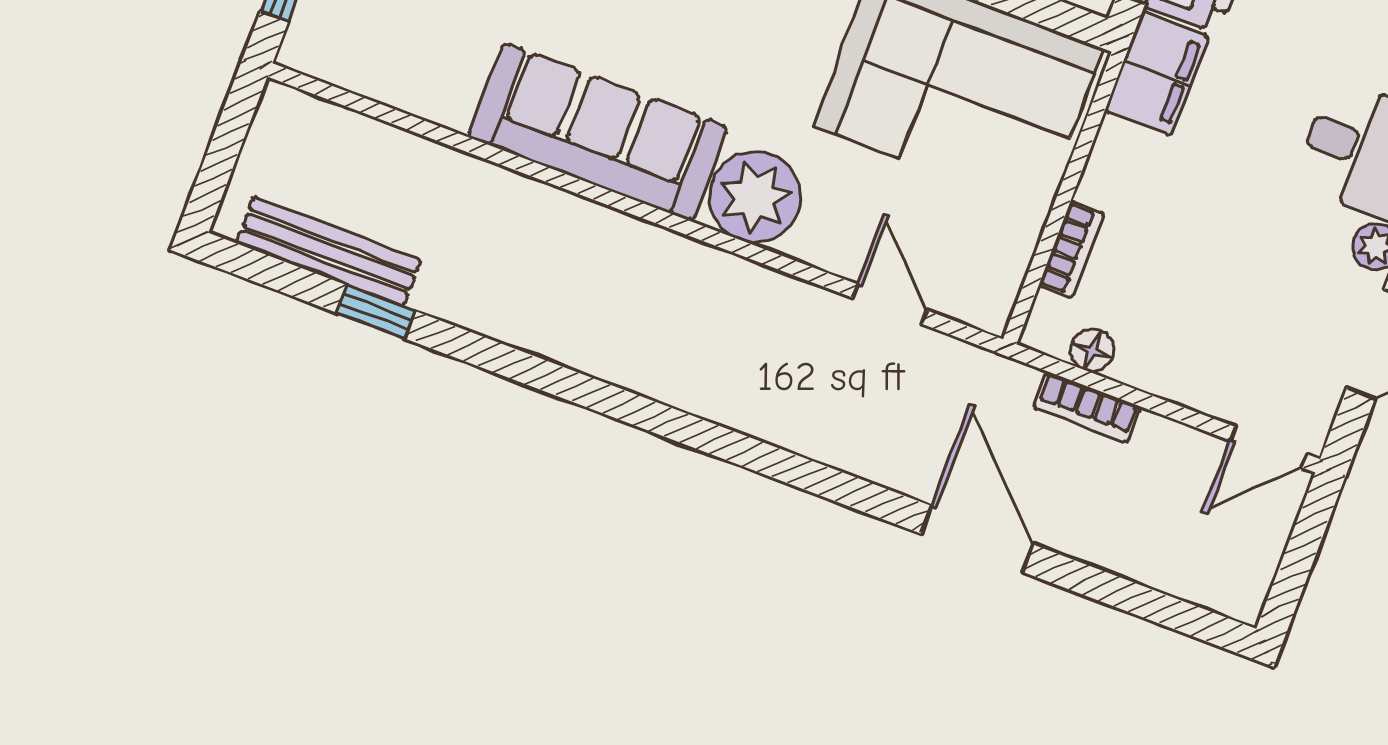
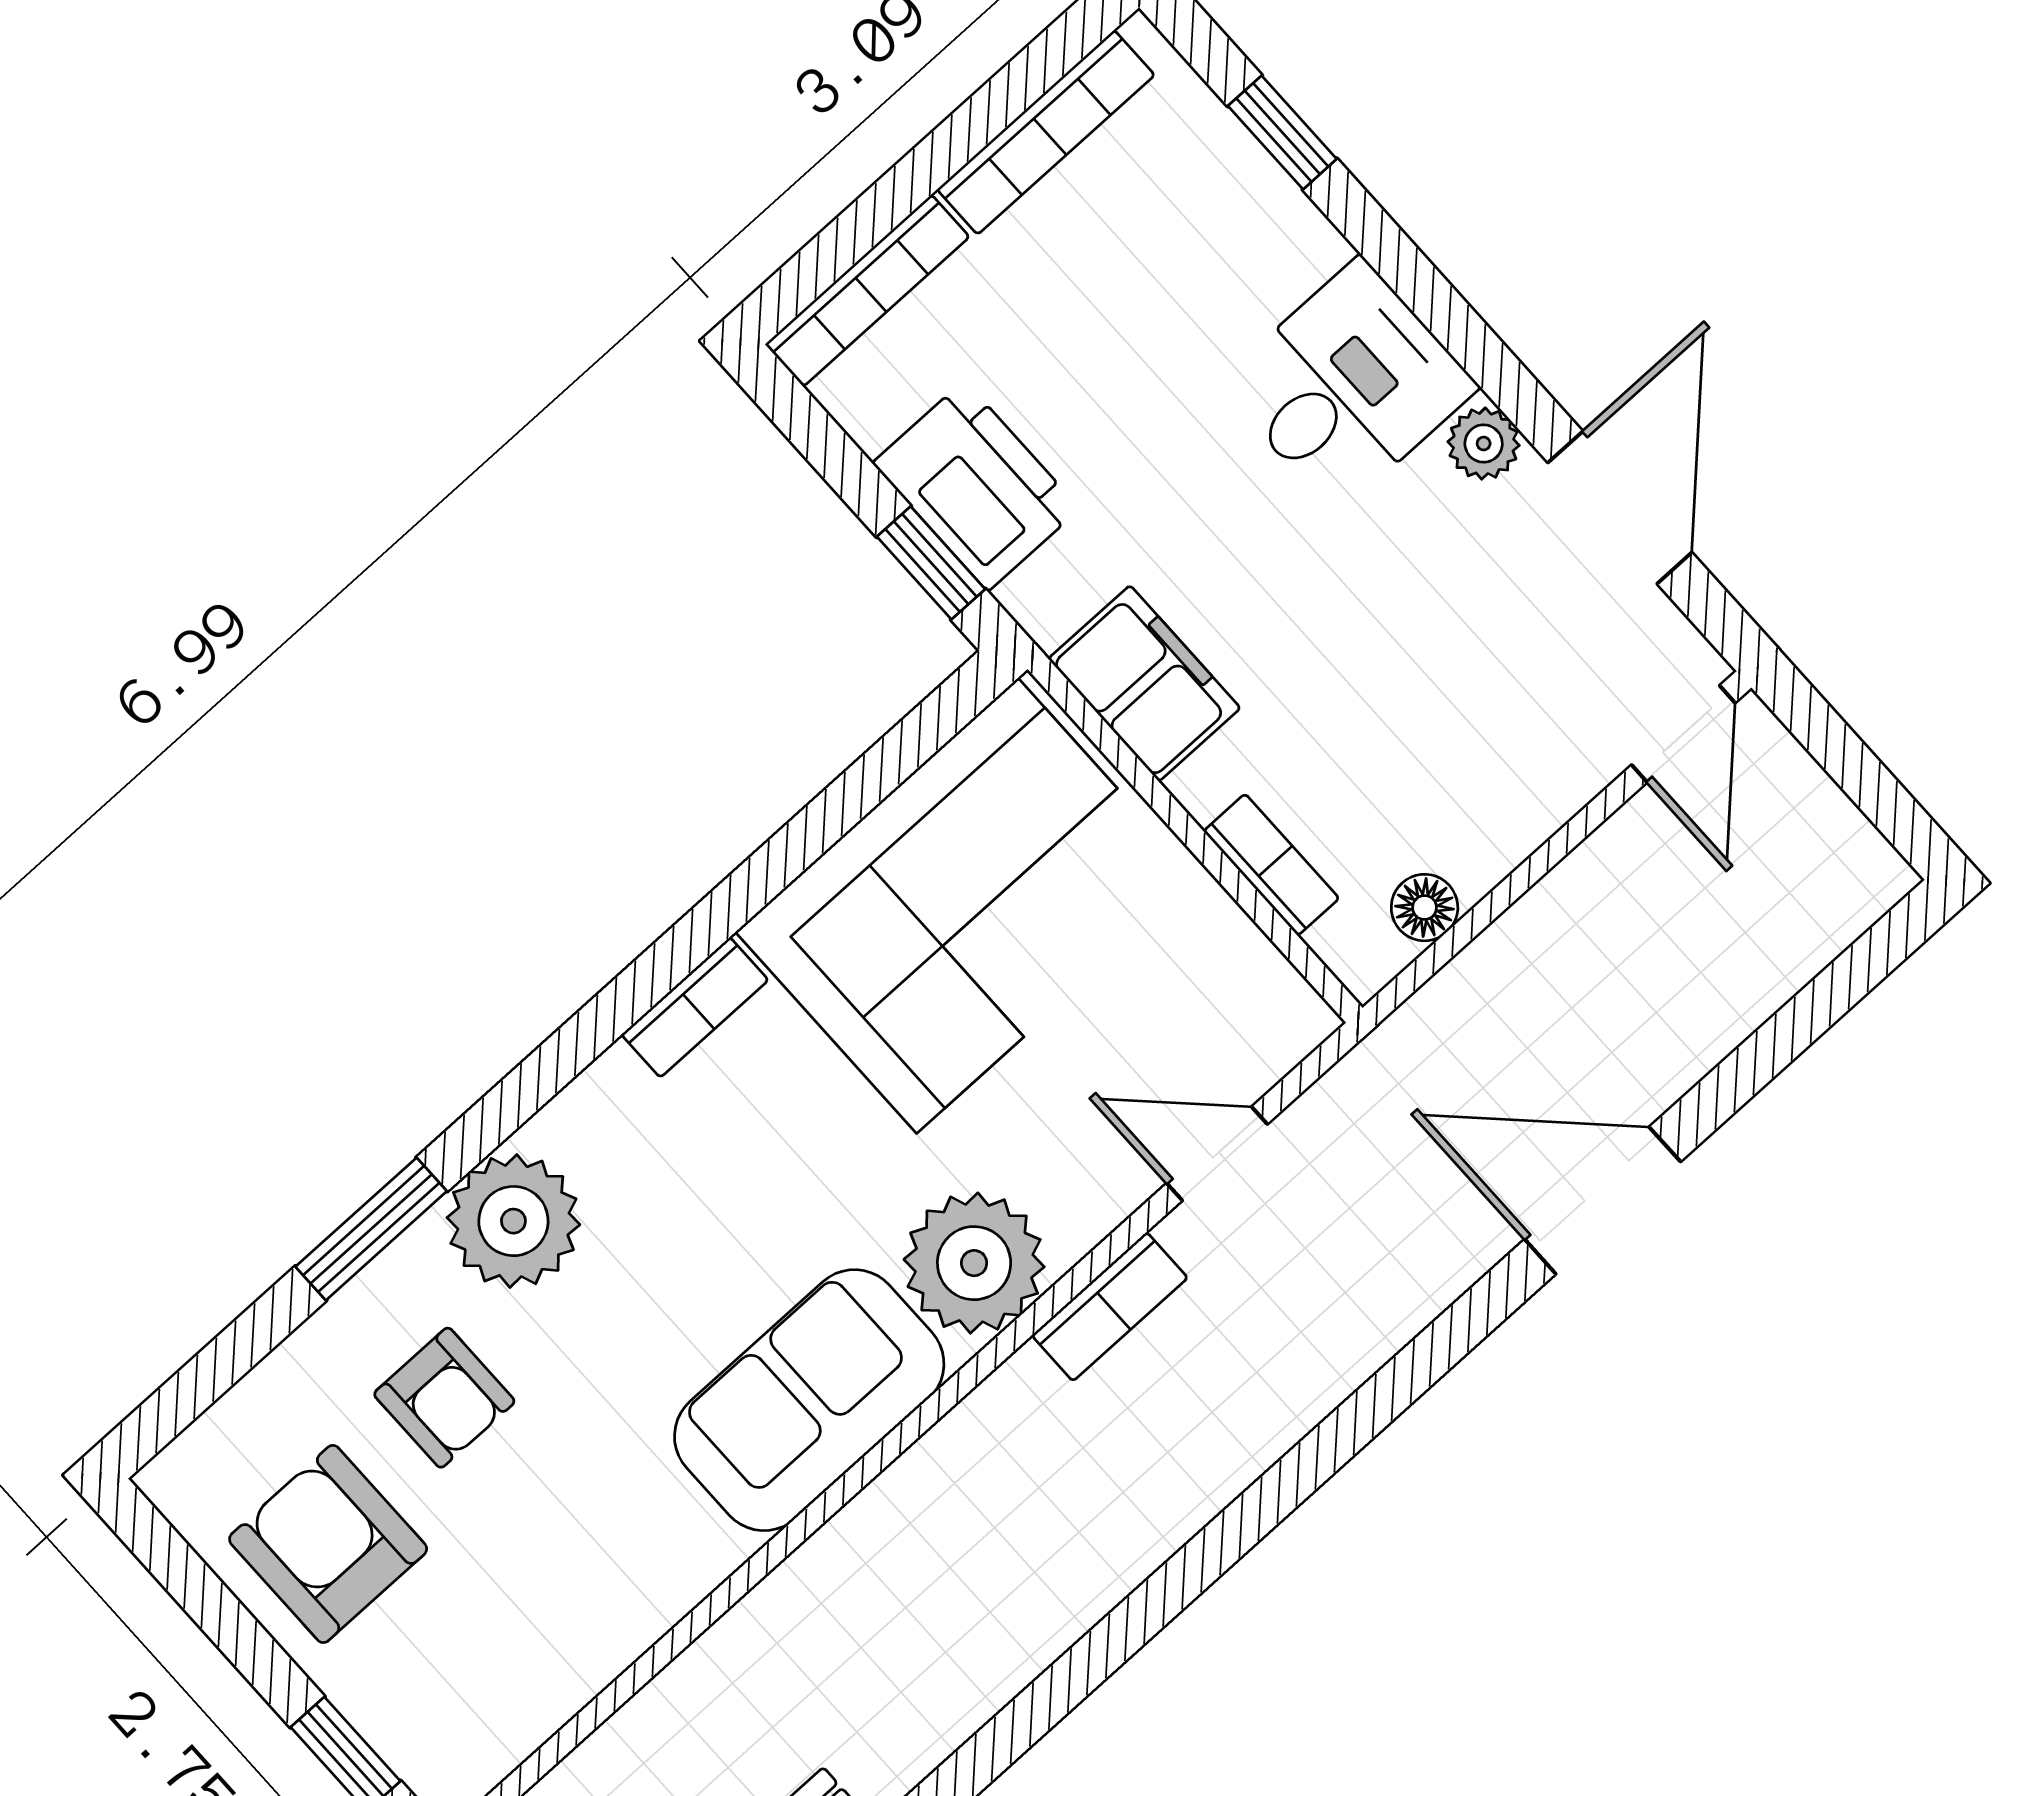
filing cabinet: (1157, 73) -> (1144, 683), moved
sofa: (598, 132) -> (809, 1400), width x0.73
bookcase: (1087, 407) -> (1110, 1307), moved

